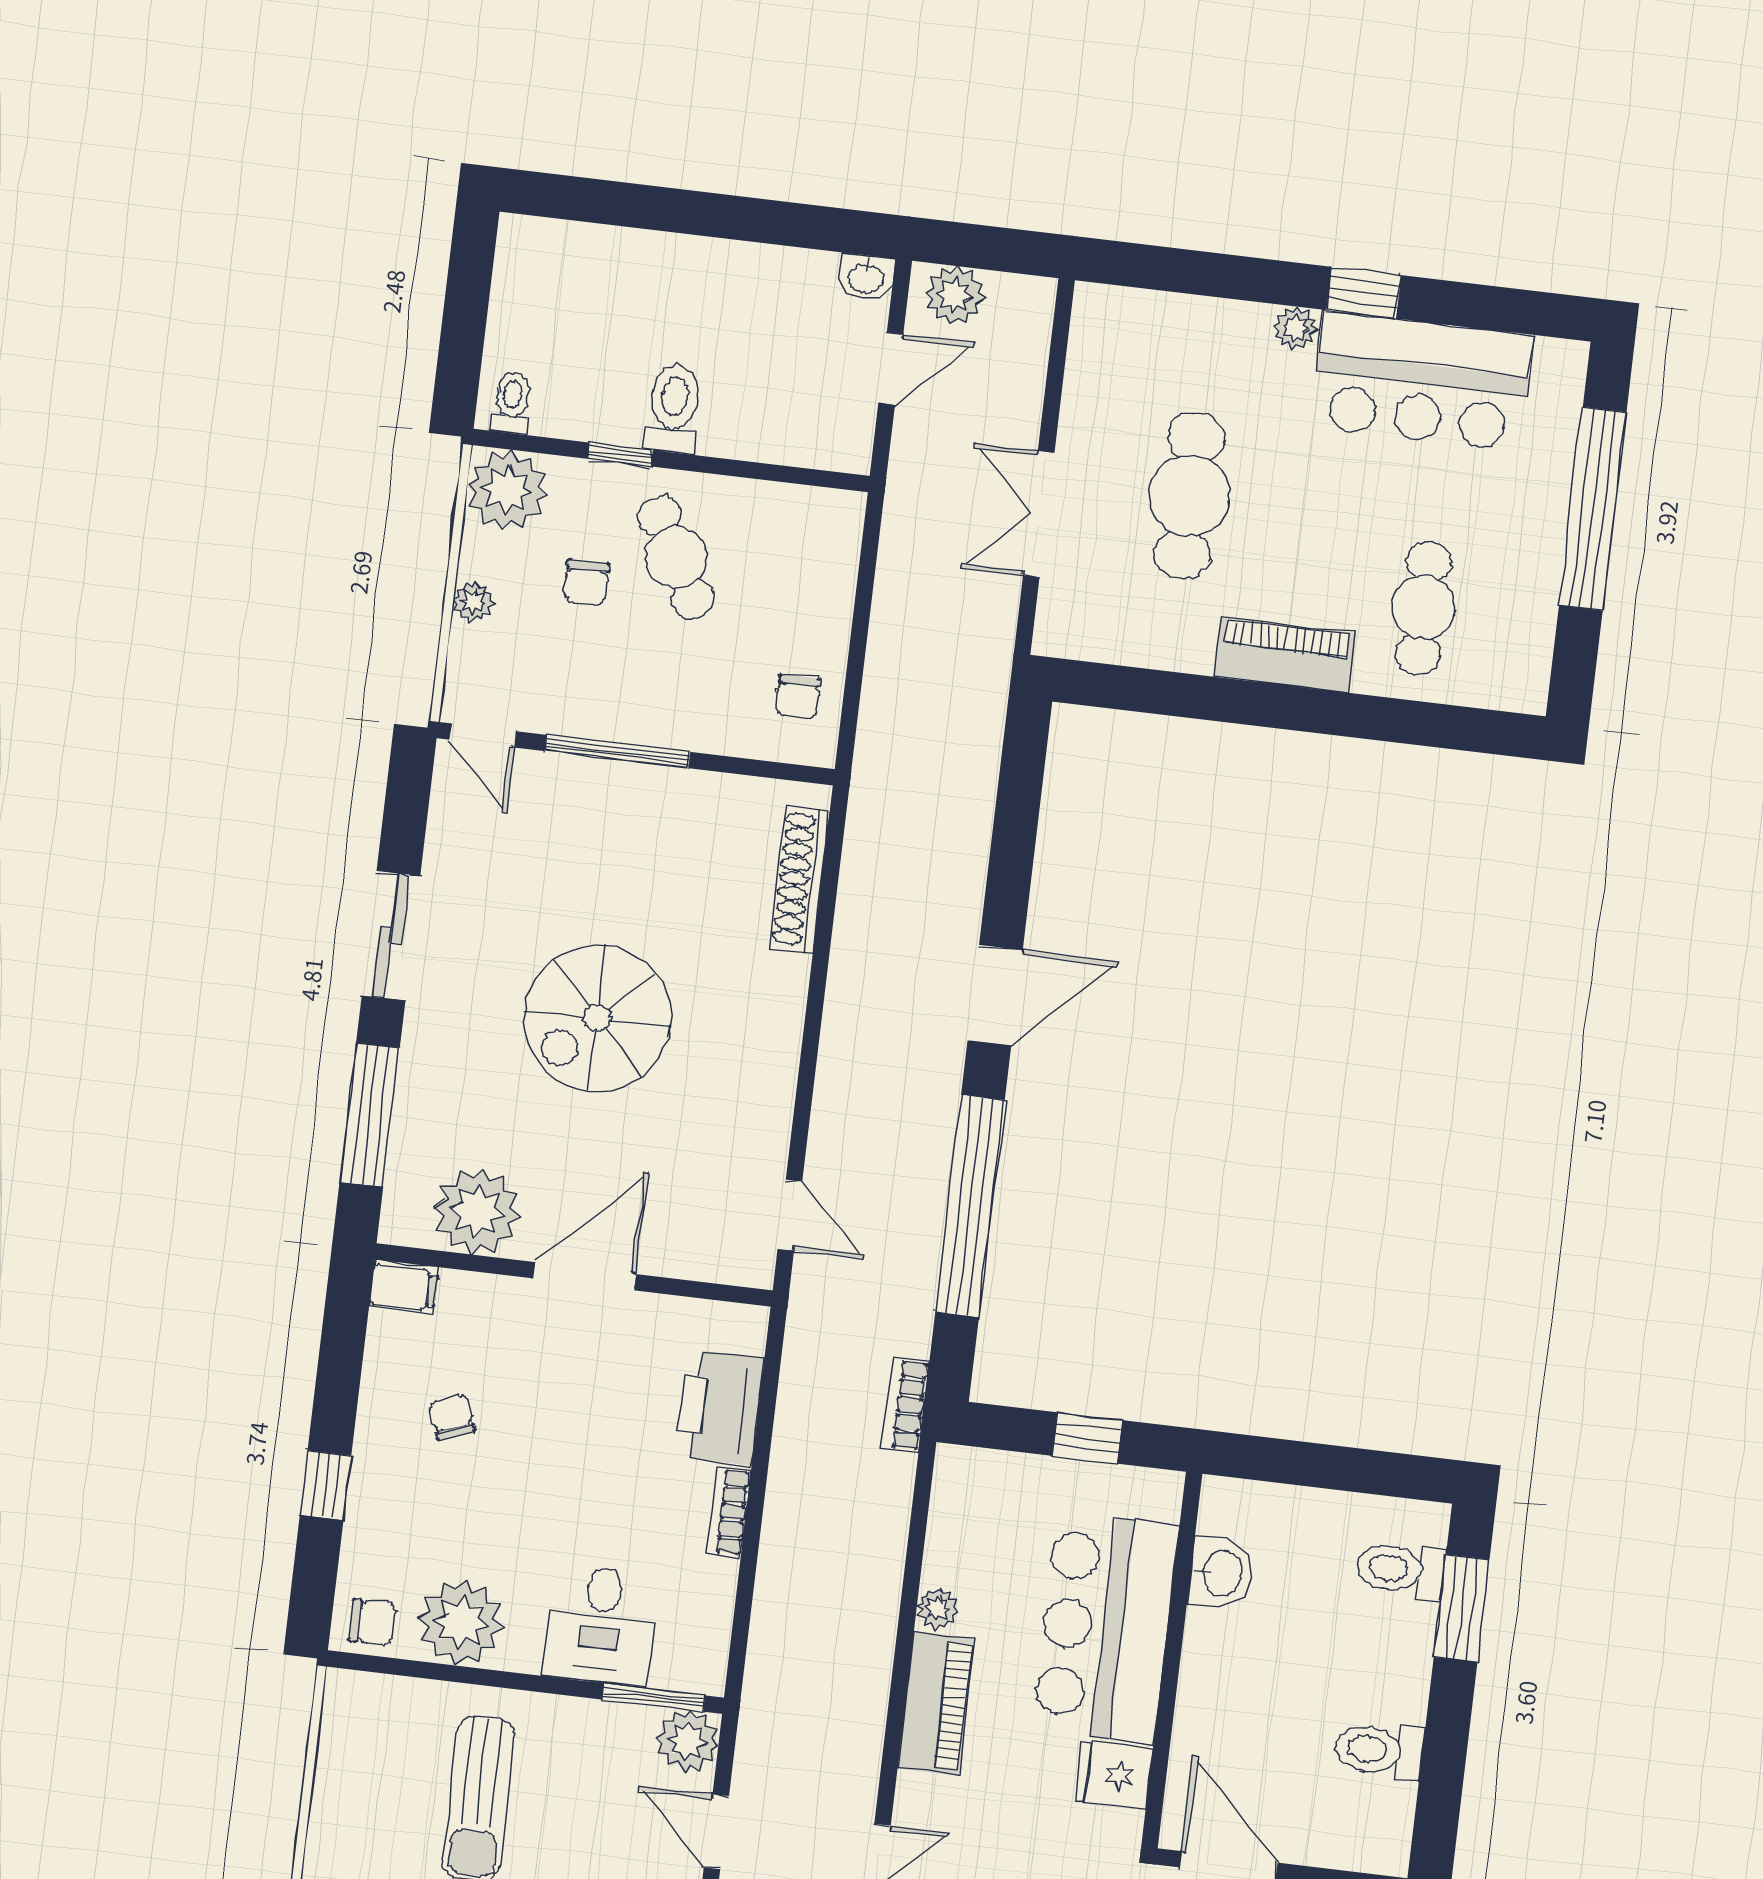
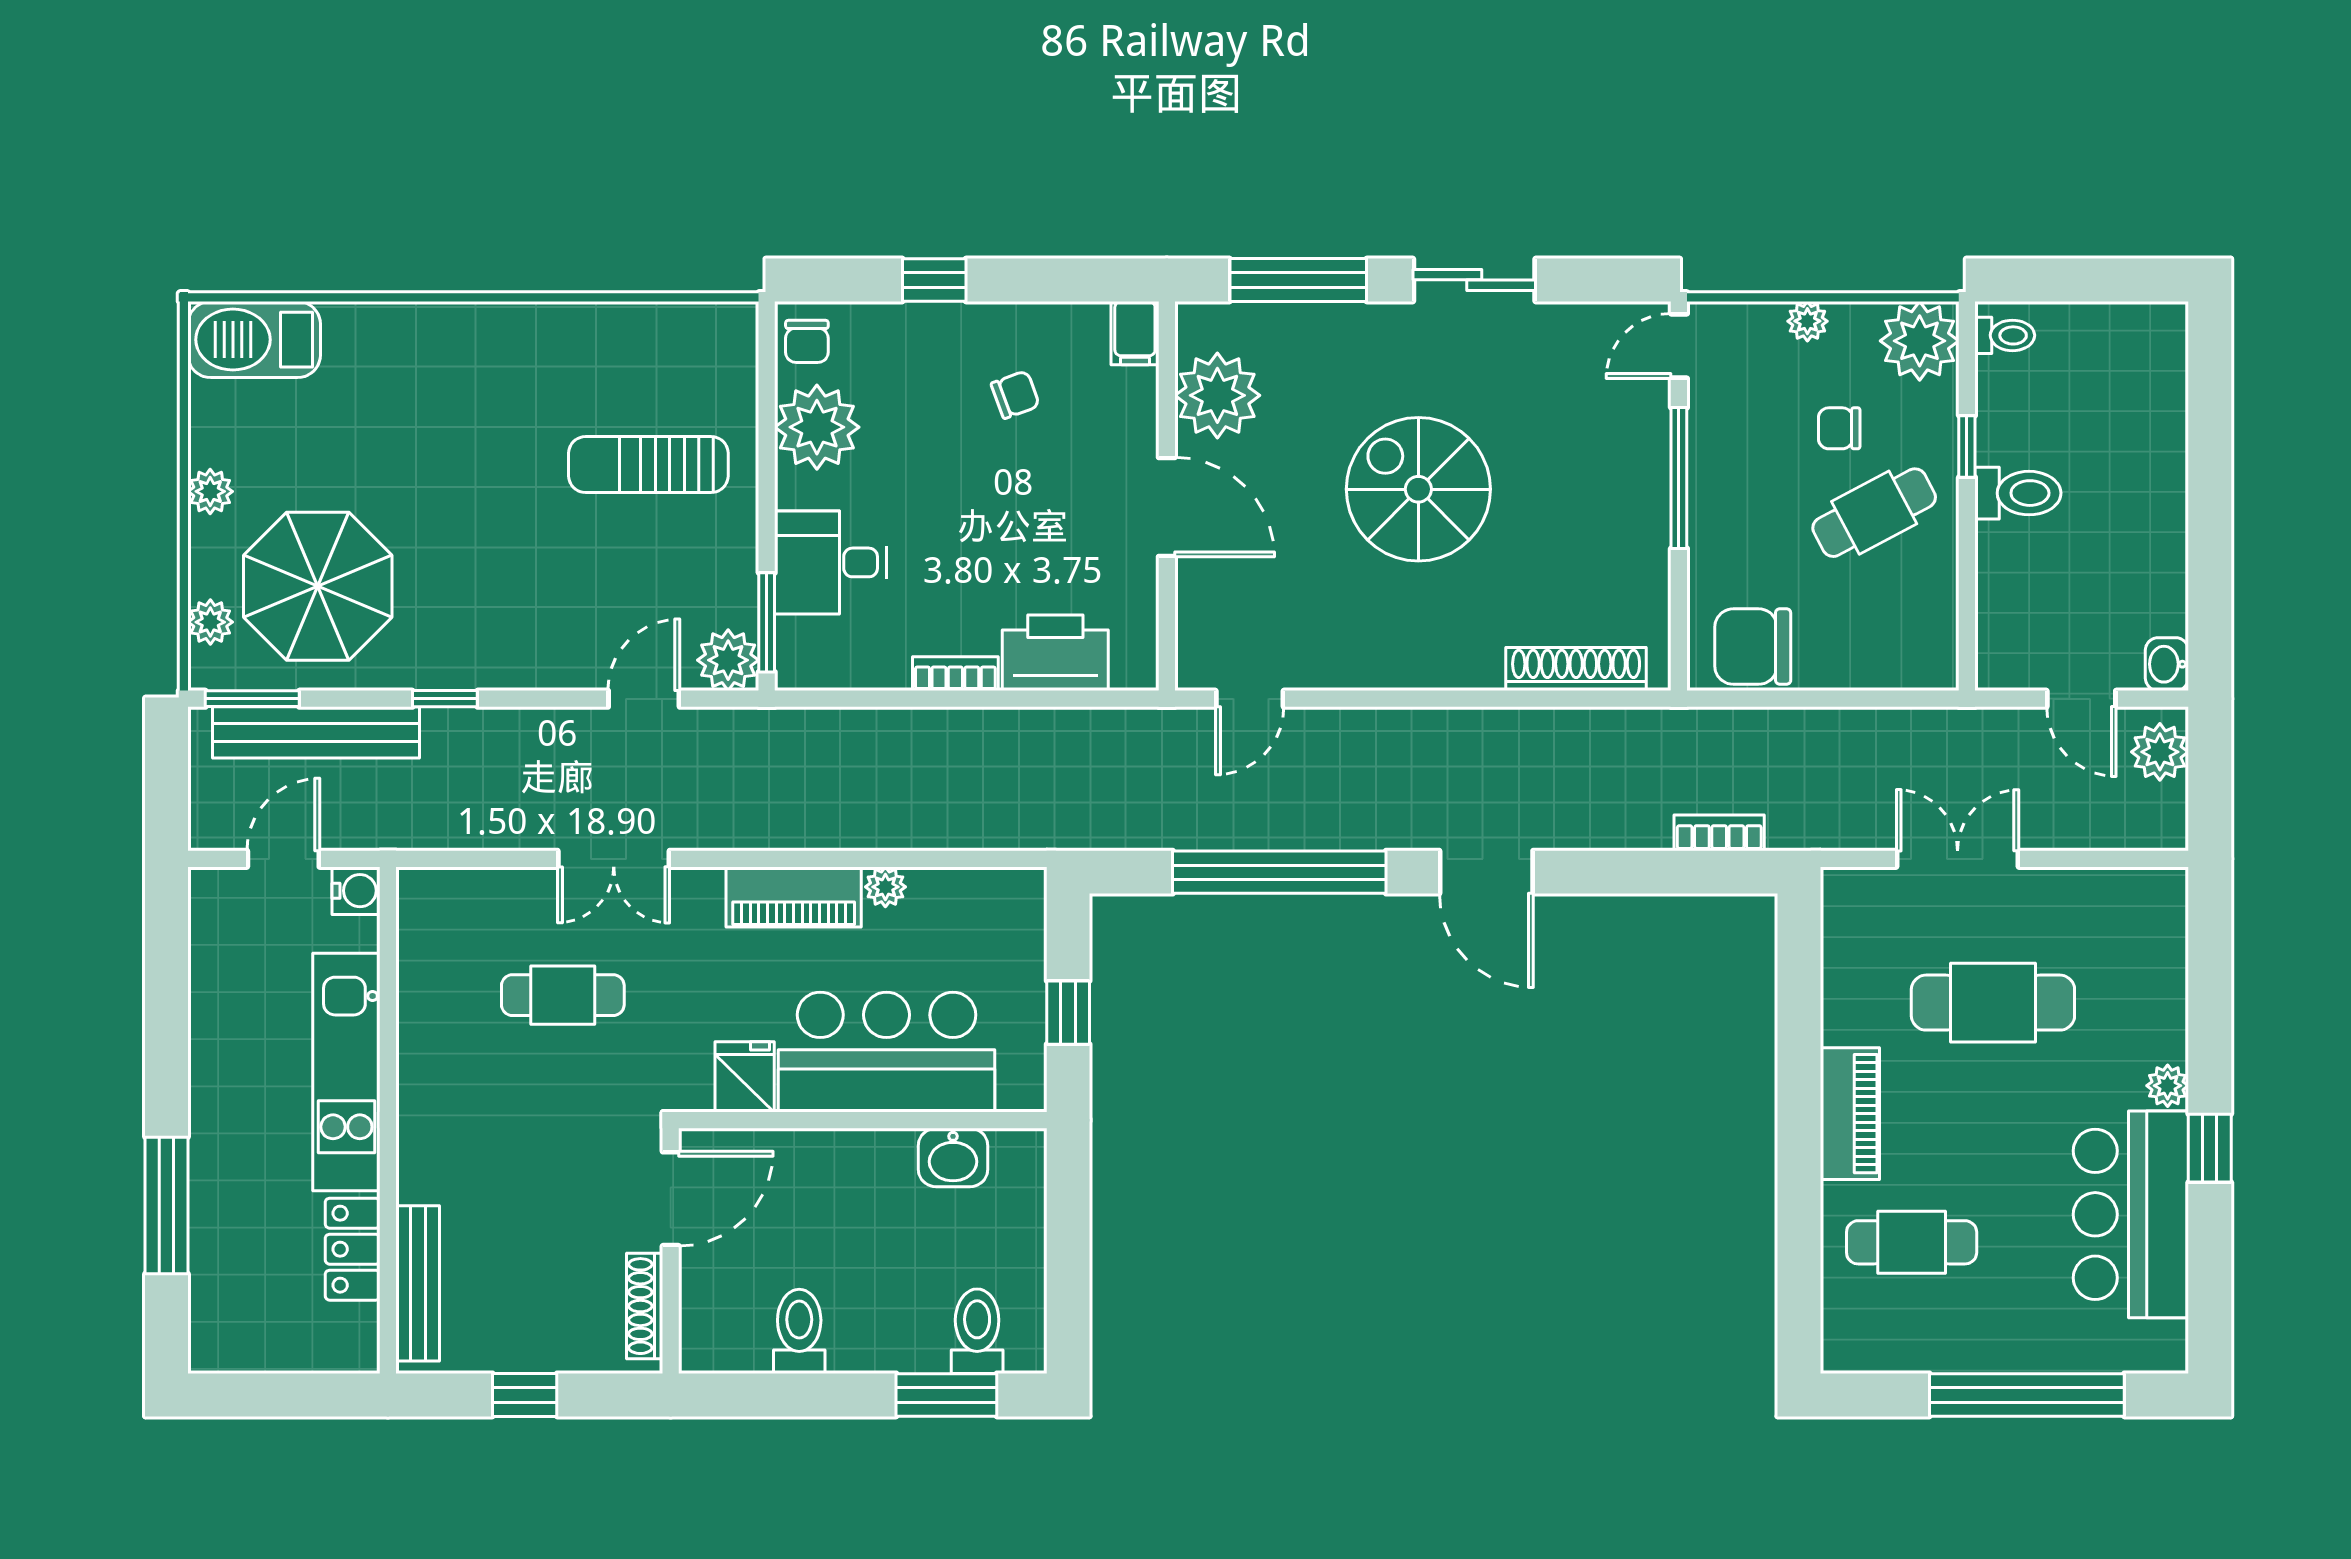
chair: (798, 697) -> (1753, 647), width x1.87, depth x1.87
bookcase: (906, 1405) -> (1719, 833), moved

